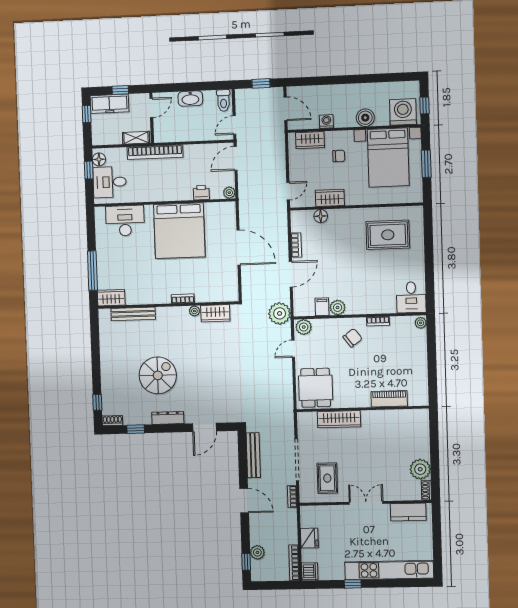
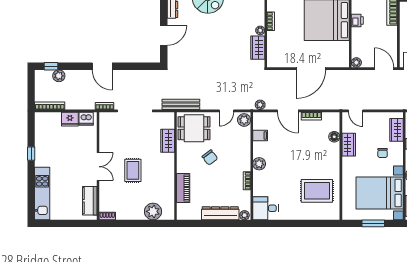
printer: (201, 193) -> (357, 20), moved
rug: (388, 235) -> (317, 191), turned 90
plant: (338, 308) -> (259, 164), moved
plant: (280, 313) -> (260, 105), width x0.53, depth x0.53
chair: (353, 338) -> (210, 157), moved
door: (293, 349) -> (227, 111), swing flipped
dresser: (419, 353) -> (220, 213), added
wardrobe: (339, 419) -> (168, 141), width x0.67
door: (204, 427) -> (164, 35), swing flipped
bench: (253, 455) -> (181, 104), moved
plant: (420, 469) -> (153, 211), moved
rug: (327, 478) -> (133, 170), moved, turned 90
door: (244, 501) -> (102, 66), hinge flipped
kitchen unit: (389, 570) -> (42, 193), width x0.73
dishwasher: (310, 571) -> (86, 119), moved

